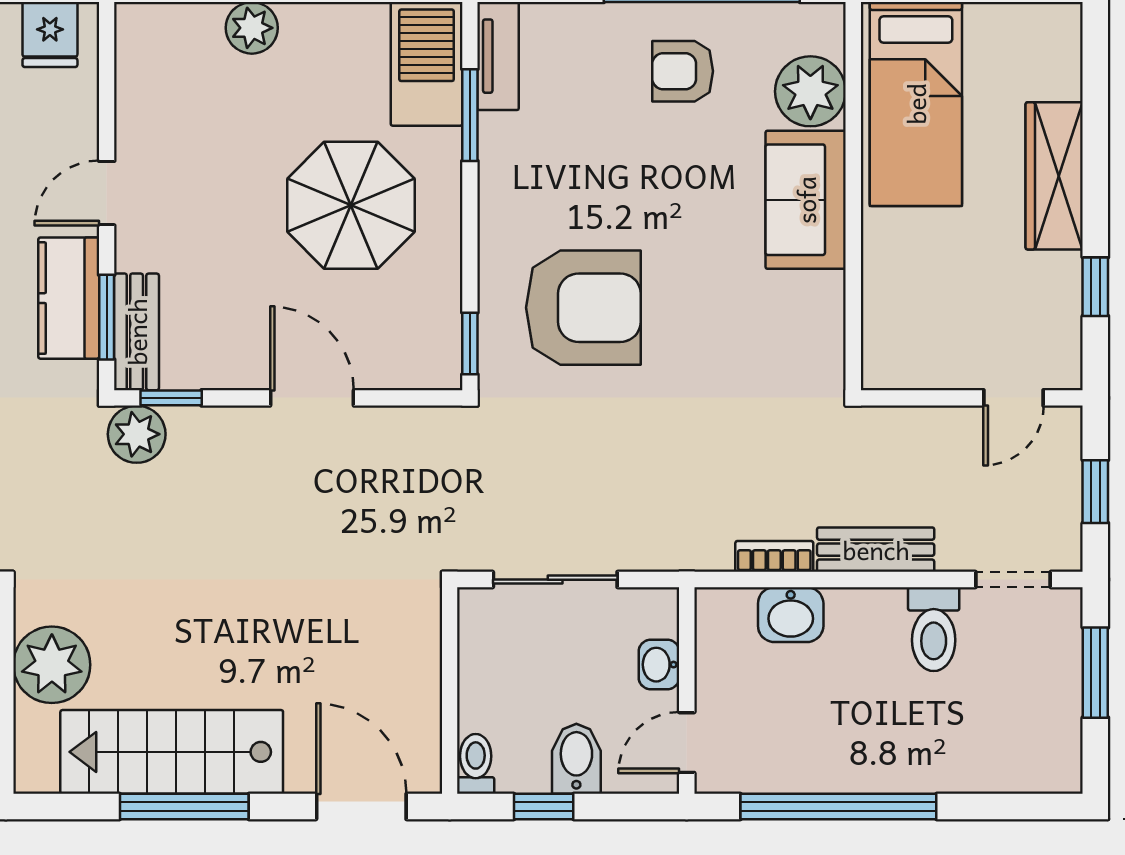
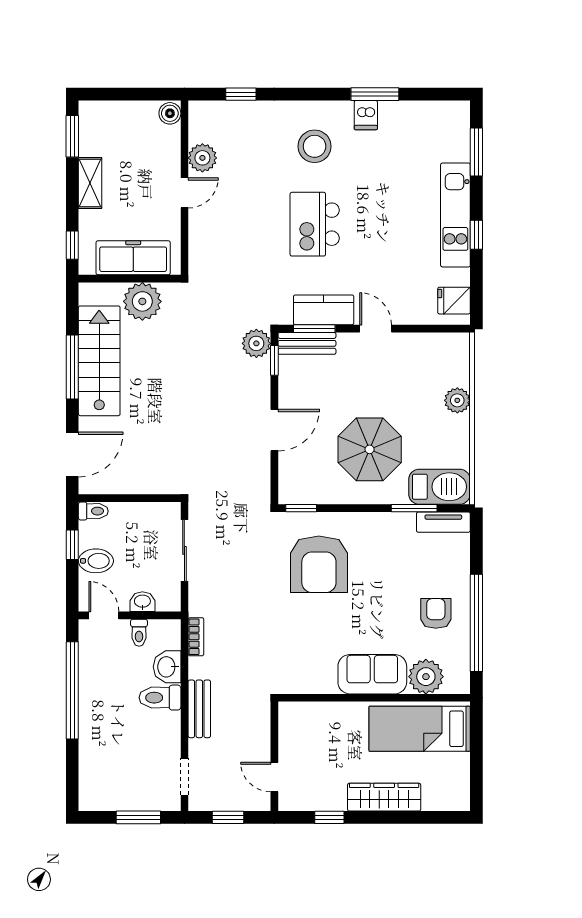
bookcase: (774, 556) -> (196, 637), moved
toilet: (934, 629) -> (160, 698), moved
toilet: (722, 672) -> (139, 633), added

